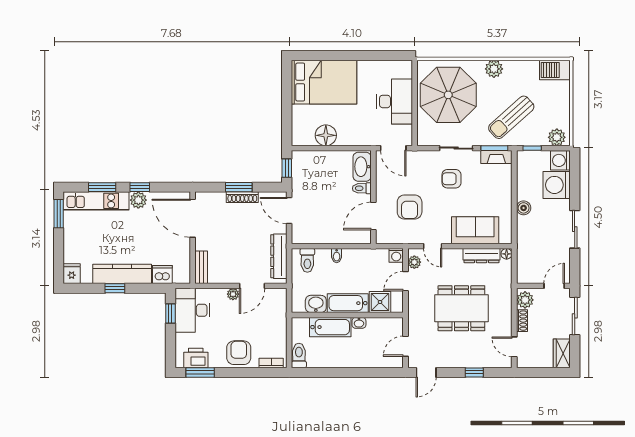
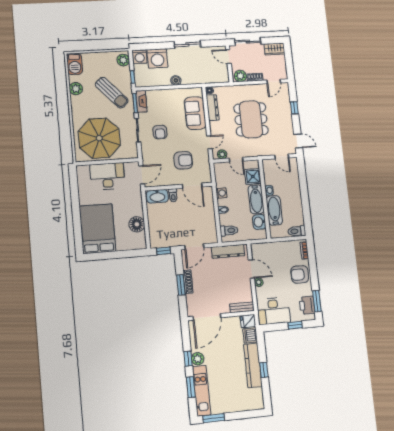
plant: (494, 69) -> (76, 89), moved
washing machine: (396, 255) -> (221, 193), moved
fridge: (72, 274) -> (248, 321), moved
window: (170, 314) -> (295, 325), moved

